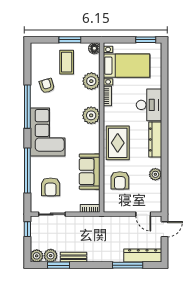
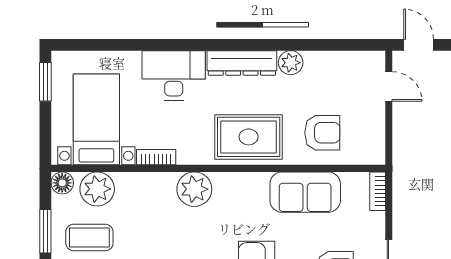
plant: (91, 81) -> (97, 189), moved
plant: (155, 174) -> (291, 63), moved
door: (143, 214) -> (389, 86), hinge flipped

